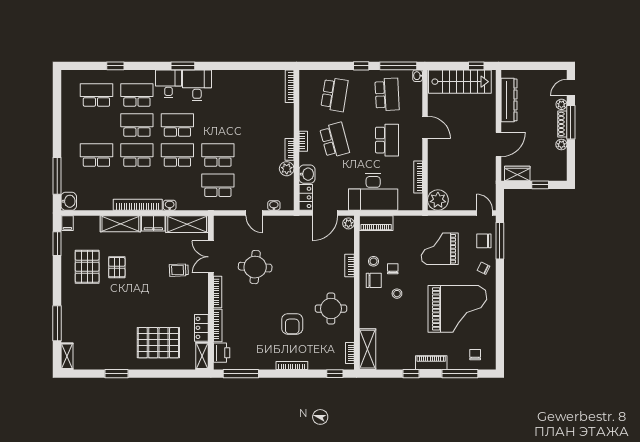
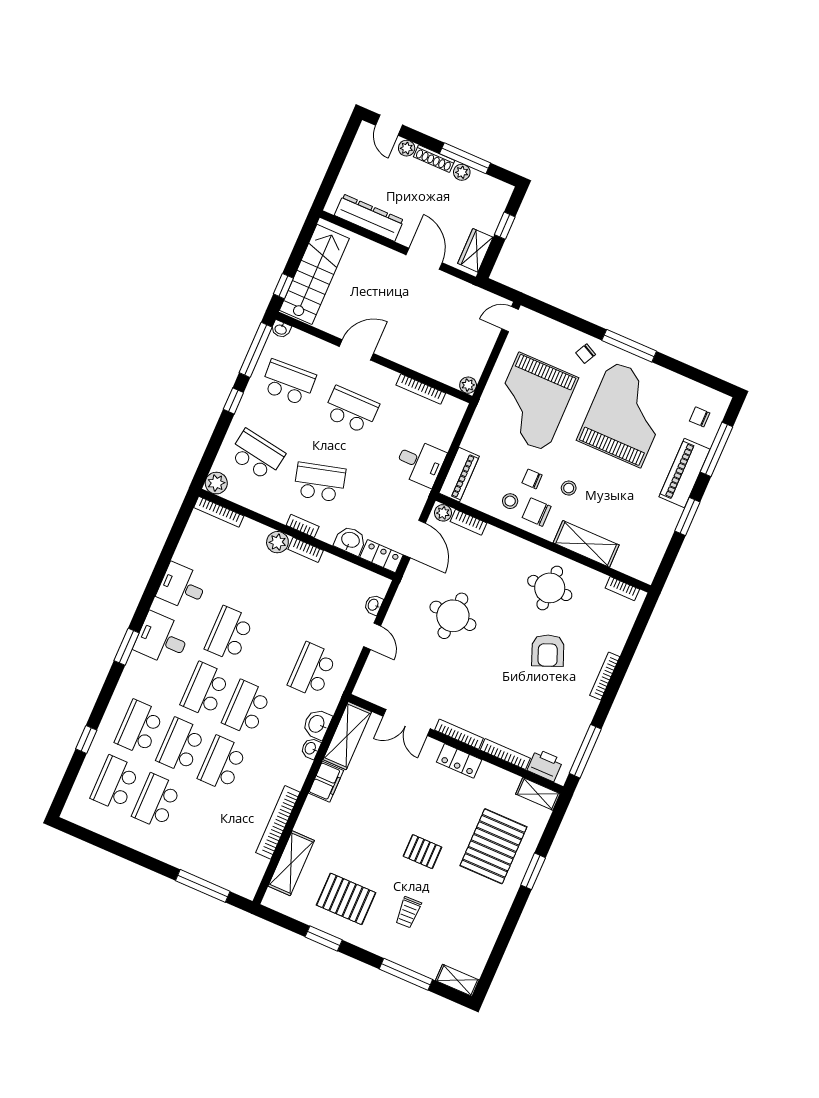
window: (476, 66) -> (283, 286), moved
plant: (306, 77) -> (216, 483), added
desk: (168, 84) -> (182, 587), moved
window: (571, 122) -> (465, 158), moved
school desk: (96, 155) -> (156, 801), moved
school desk: (218, 155) -> (229, 634), moved
plant: (287, 169) -> (277, 542), moved
desk: (373, 192) -> (420, 463), width x0.53, depth x0.77
plant: (438, 200) -> (468, 385), width x0.53, depth x0.53
washbasin: (69, 201) -> (317, 724), moved, turned -90
bookcase: (138, 205) -> (278, 822), moved
door: (254, 213) -> (372, 636), hinge flipped
filing cabinet: (67, 223) -> (274, 900), removed
shelving: (120, 224) -> (291, 863), moved
chair: (484, 241) -> (548, 337), removed
window: (500, 241) -> (629, 346), moved
window: (57, 244) -> (324, 938), moved
grand piano: (440, 249) -> (533, 402), width x1.37, depth x1.48
bookcase: (349, 266) -> (468, 522), moved
pallet: (117, 267) -> (422, 852), moved
round table: (255, 267) -> (453, 616), moved
trolley: (179, 270) -> (408, 912), moved
chair: (374, 280) -> (537, 512), turned -90
armchair: (292, 324) -> (548, 651), turned 68
locker: (201, 328) -> (459, 761), moved
shelving: (368, 349) -> (586, 544), moved
piano: (431, 363) -> (684, 473), width x1.37, depth x1.33
window: (116, 374) -> (533, 871), moved
window: (335, 374) -> (642, 622), removed
window: (411, 374) -> (687, 517), width x1.50

